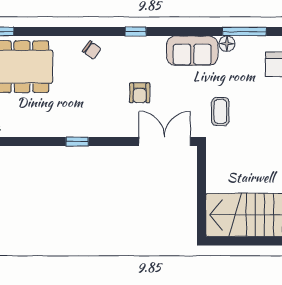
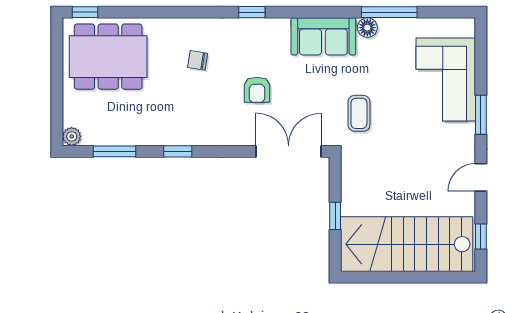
chair: (92, 50) -> (198, 60), moved, turned 152
window: (27, 142) -> (114, 151), added
window: (201, 193) -> (335, 216), added

